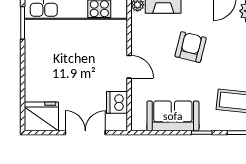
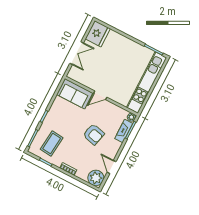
dishwasher: (117, 102) -> (84, 79), removed
sofa: (173, 116) -> (75, 94), moved, turned 90

